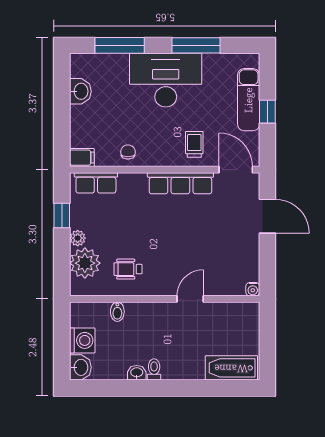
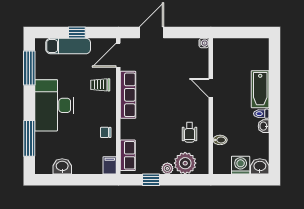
window: (196, 45) -> (29, 68), moved
bathtub: (231, 368) -> (260, 89), moved

